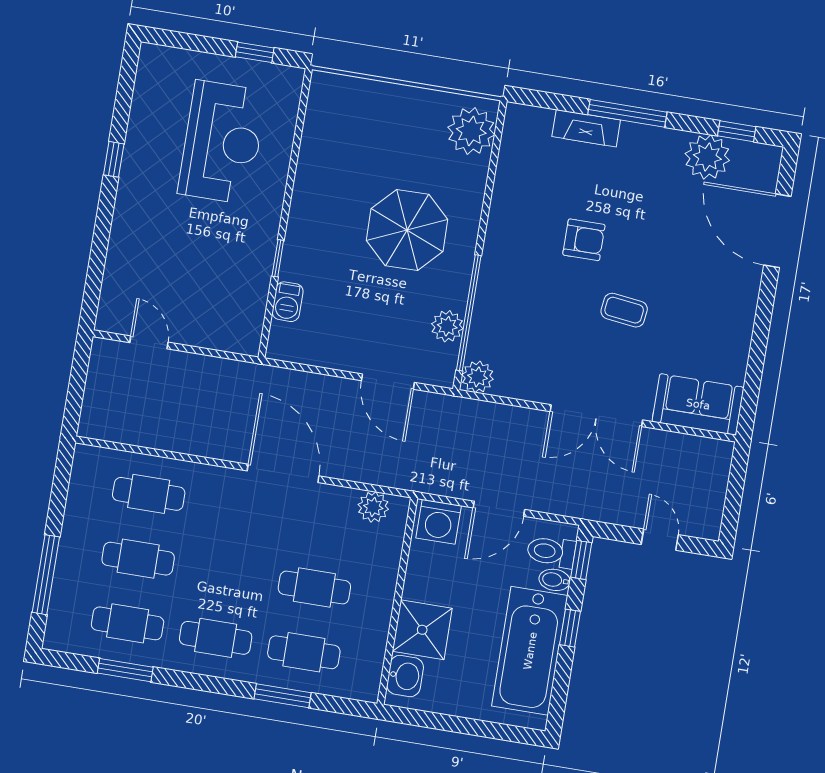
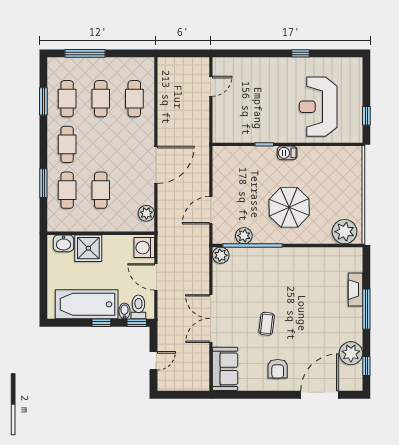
reception desk: (222, 142) -> (318, 107), turned 90
armchair: (584, 240) -> (278, 369), moved
barbecue: (288, 302) -> (287, 153), moved

